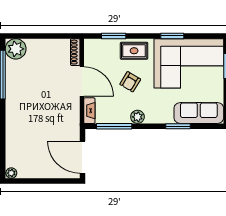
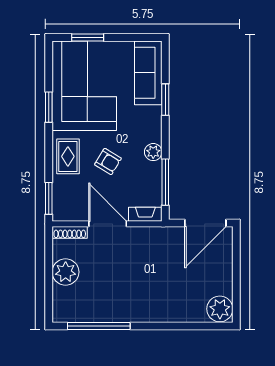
window: (114, 36) -> (49, 198), moved
plant: (16, 49) -> (66, 272), moved
door: (82, 81) -> (108, 224), hinge flipped
plant: (11, 173) -> (220, 309), width x1.87, depth x1.87

